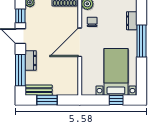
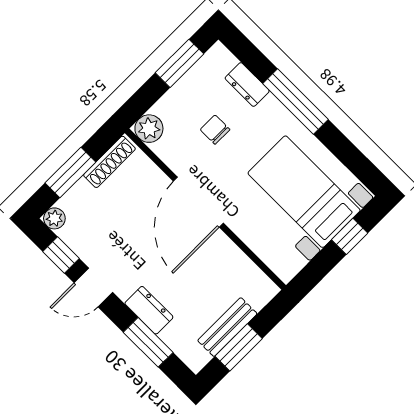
chair: (92, 22) -> (215, 130), moved
window: (20, 70) -> (148, 342), width x0.69
bench: (39, 90) -> (227, 327), moved

